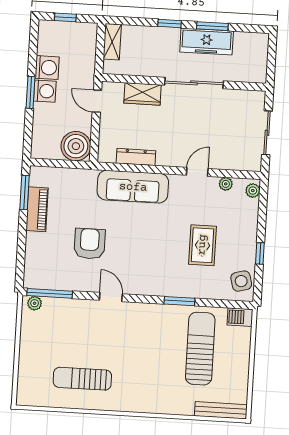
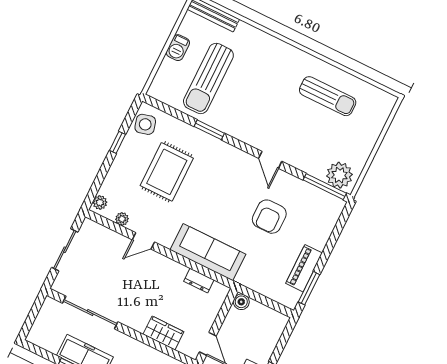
sliding door: (194, 83) -> (90, 312), moved
boiler: (76, 146) -> (241, 302), width x0.54, depth x0.54
dresser: (136, 157) -> (199, 281), width x0.70
rug: (202, 245) -> (167, 172), width x1.36, depth x1.43
plant: (35, 303) -> (339, 175), width x1.88, depth x1.88
barbecue: (240, 317) -> (178, 48), moved, turned 90

